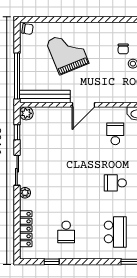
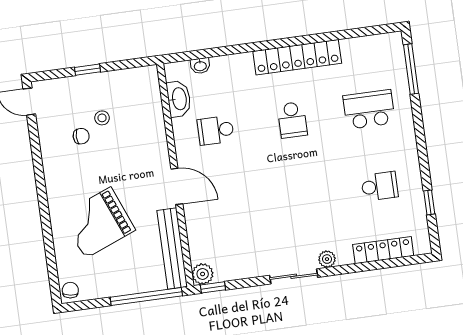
window: (17, 132) -> (213, 287), moved

